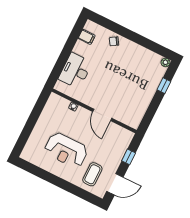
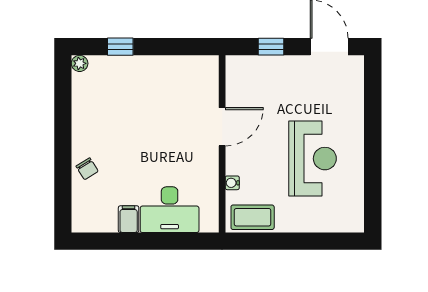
filing cabinet: (87, 37) -> (129, 219), moved
coffee table: (92, 174) -> (253, 217), moved

